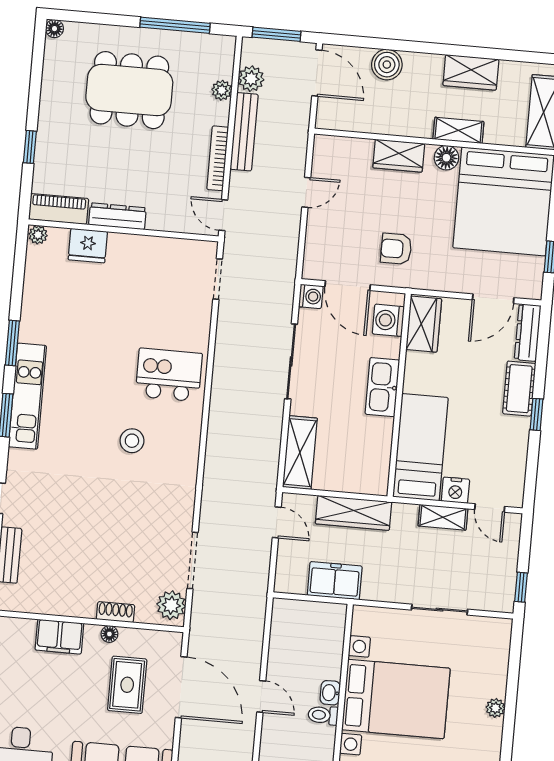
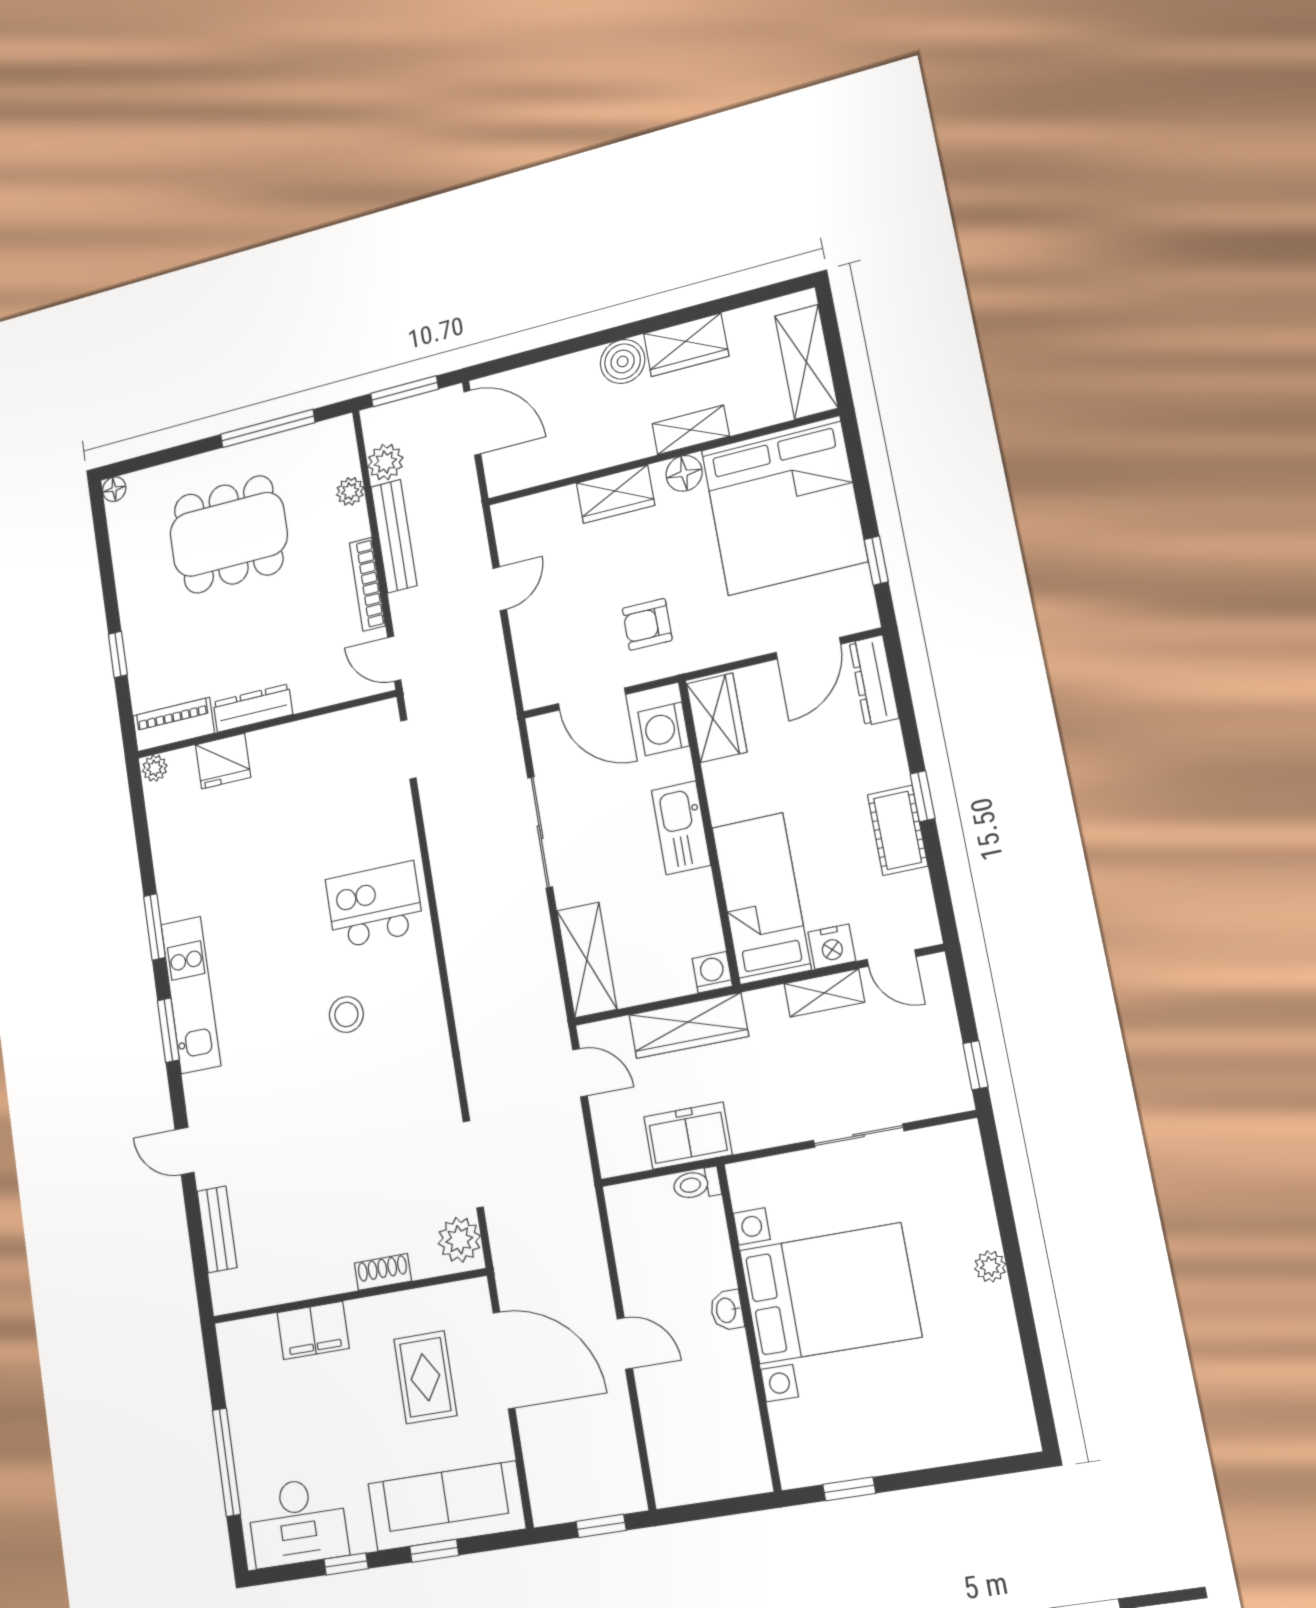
boiler: (387, 65) -> (623, 361), moved
washing machine: (311, 296) -> (712, 972), moved, turned -90
cot: (519, 389) -> (898, 830), moved
floor lamp: (109, 634) -> (382, 1307), removed
toilet: (323, 715) -> (697, 1184), moved

